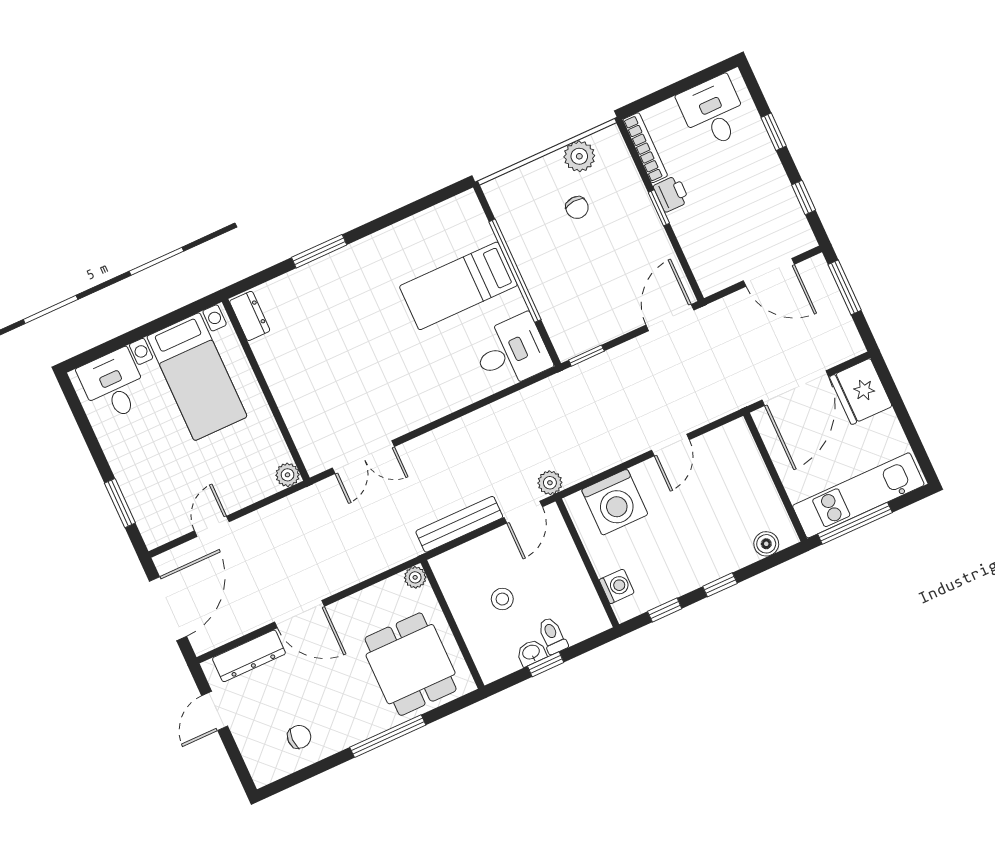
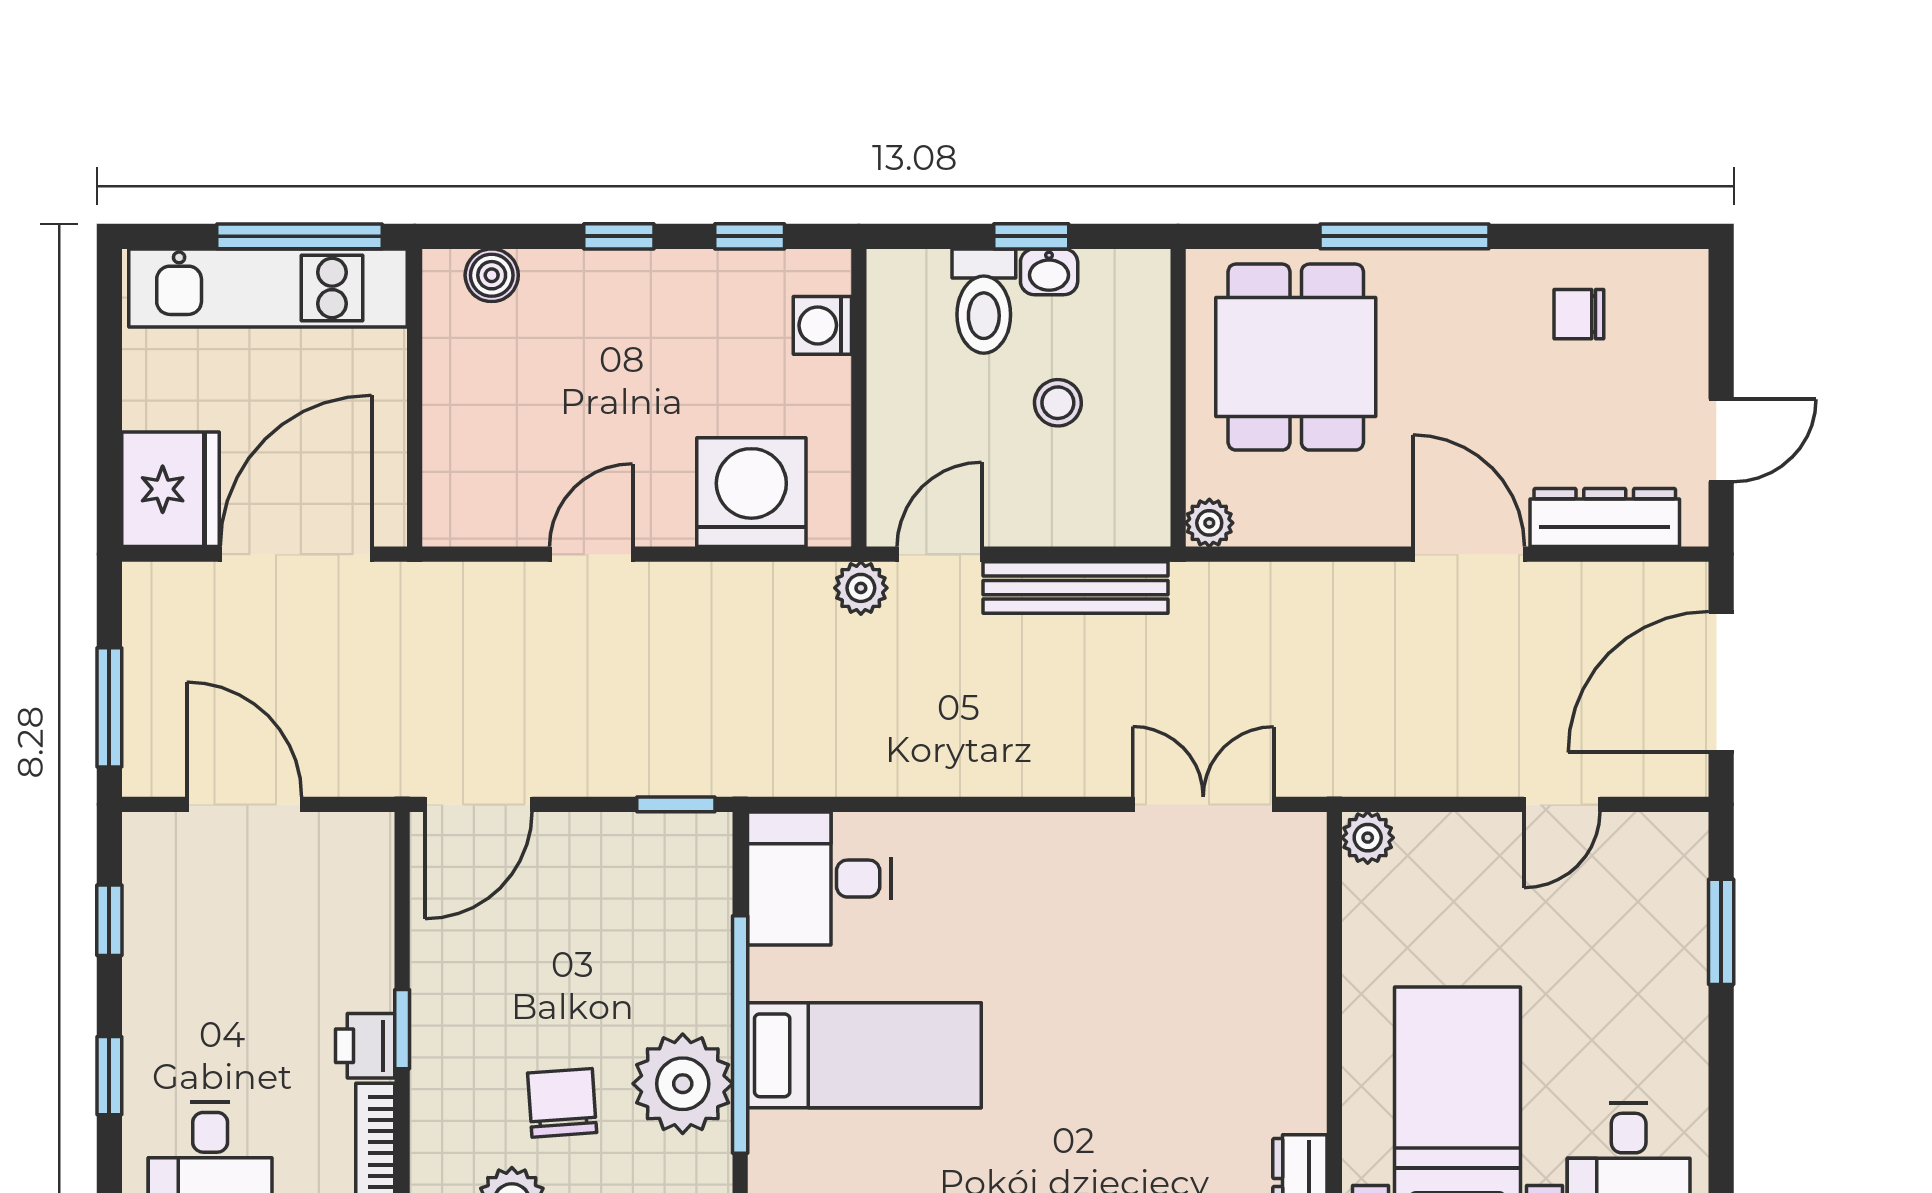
chair: (577, 208) -> (562, 1103), width x1.37, depth x1.37
plant: (530, 239) -> (683, 1084), added
toilet: (552, 636) -> (984, 301), width x1.37, depth x1.39

